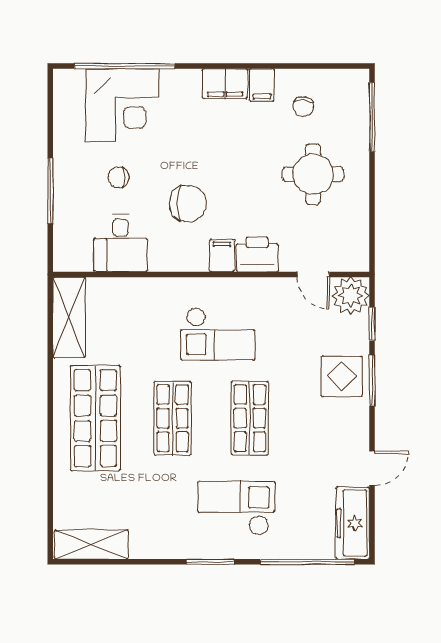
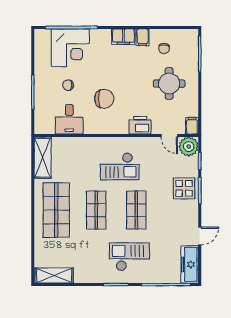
filing cabinet: (222, 256) -> (192, 126), moved

